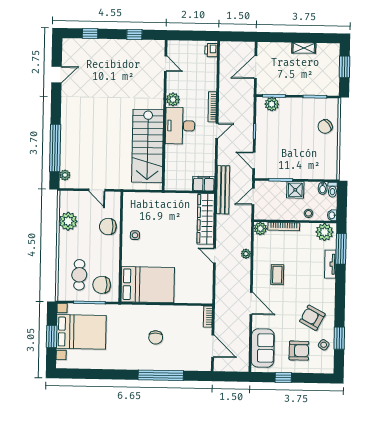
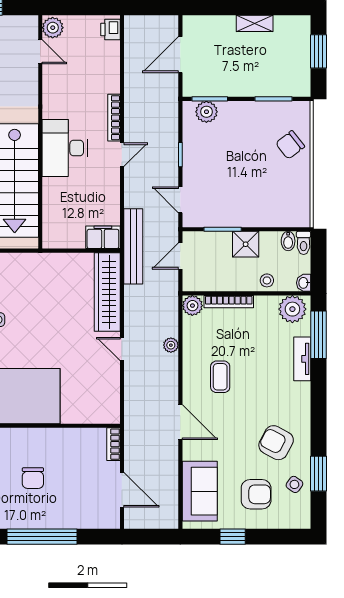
plant: (173, 99) -> (53, 28), moved

